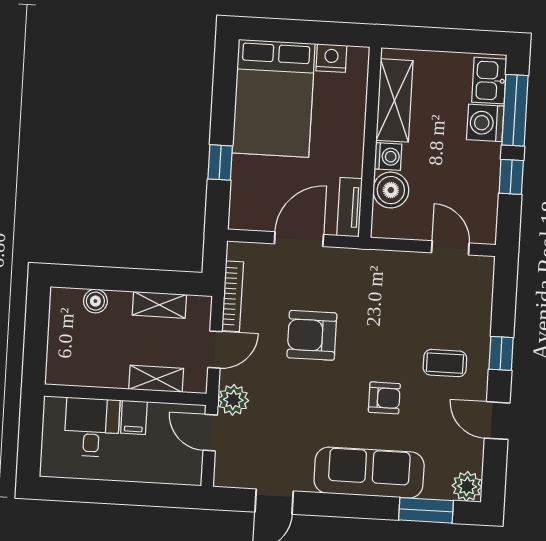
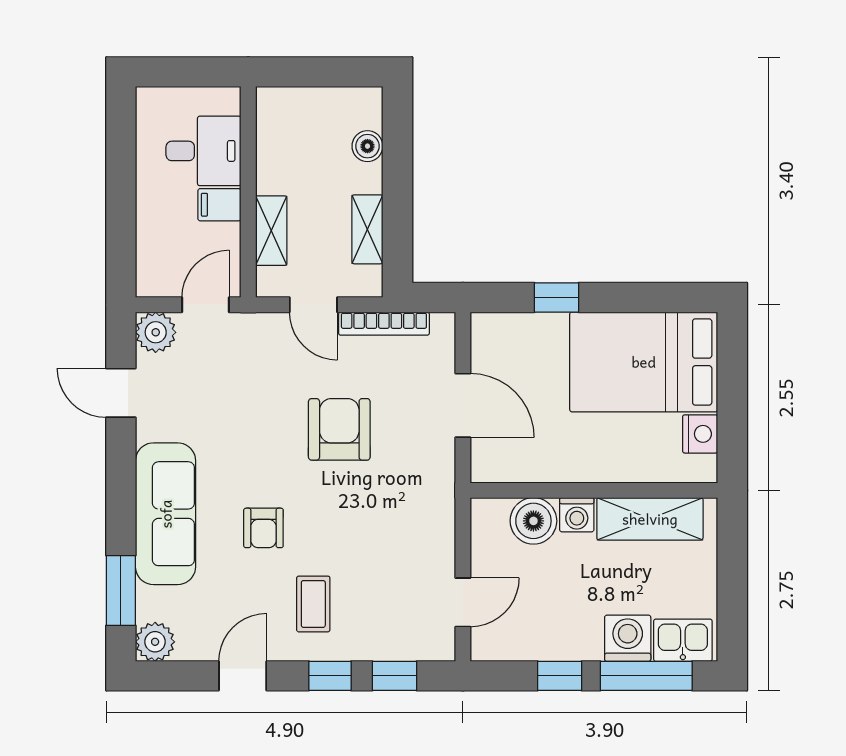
tv unit: (349, 207) -> (508, 469), removed
window: (504, 304) -> (395, 676), added
plant: (233, 400) -> (156, 332), moved

